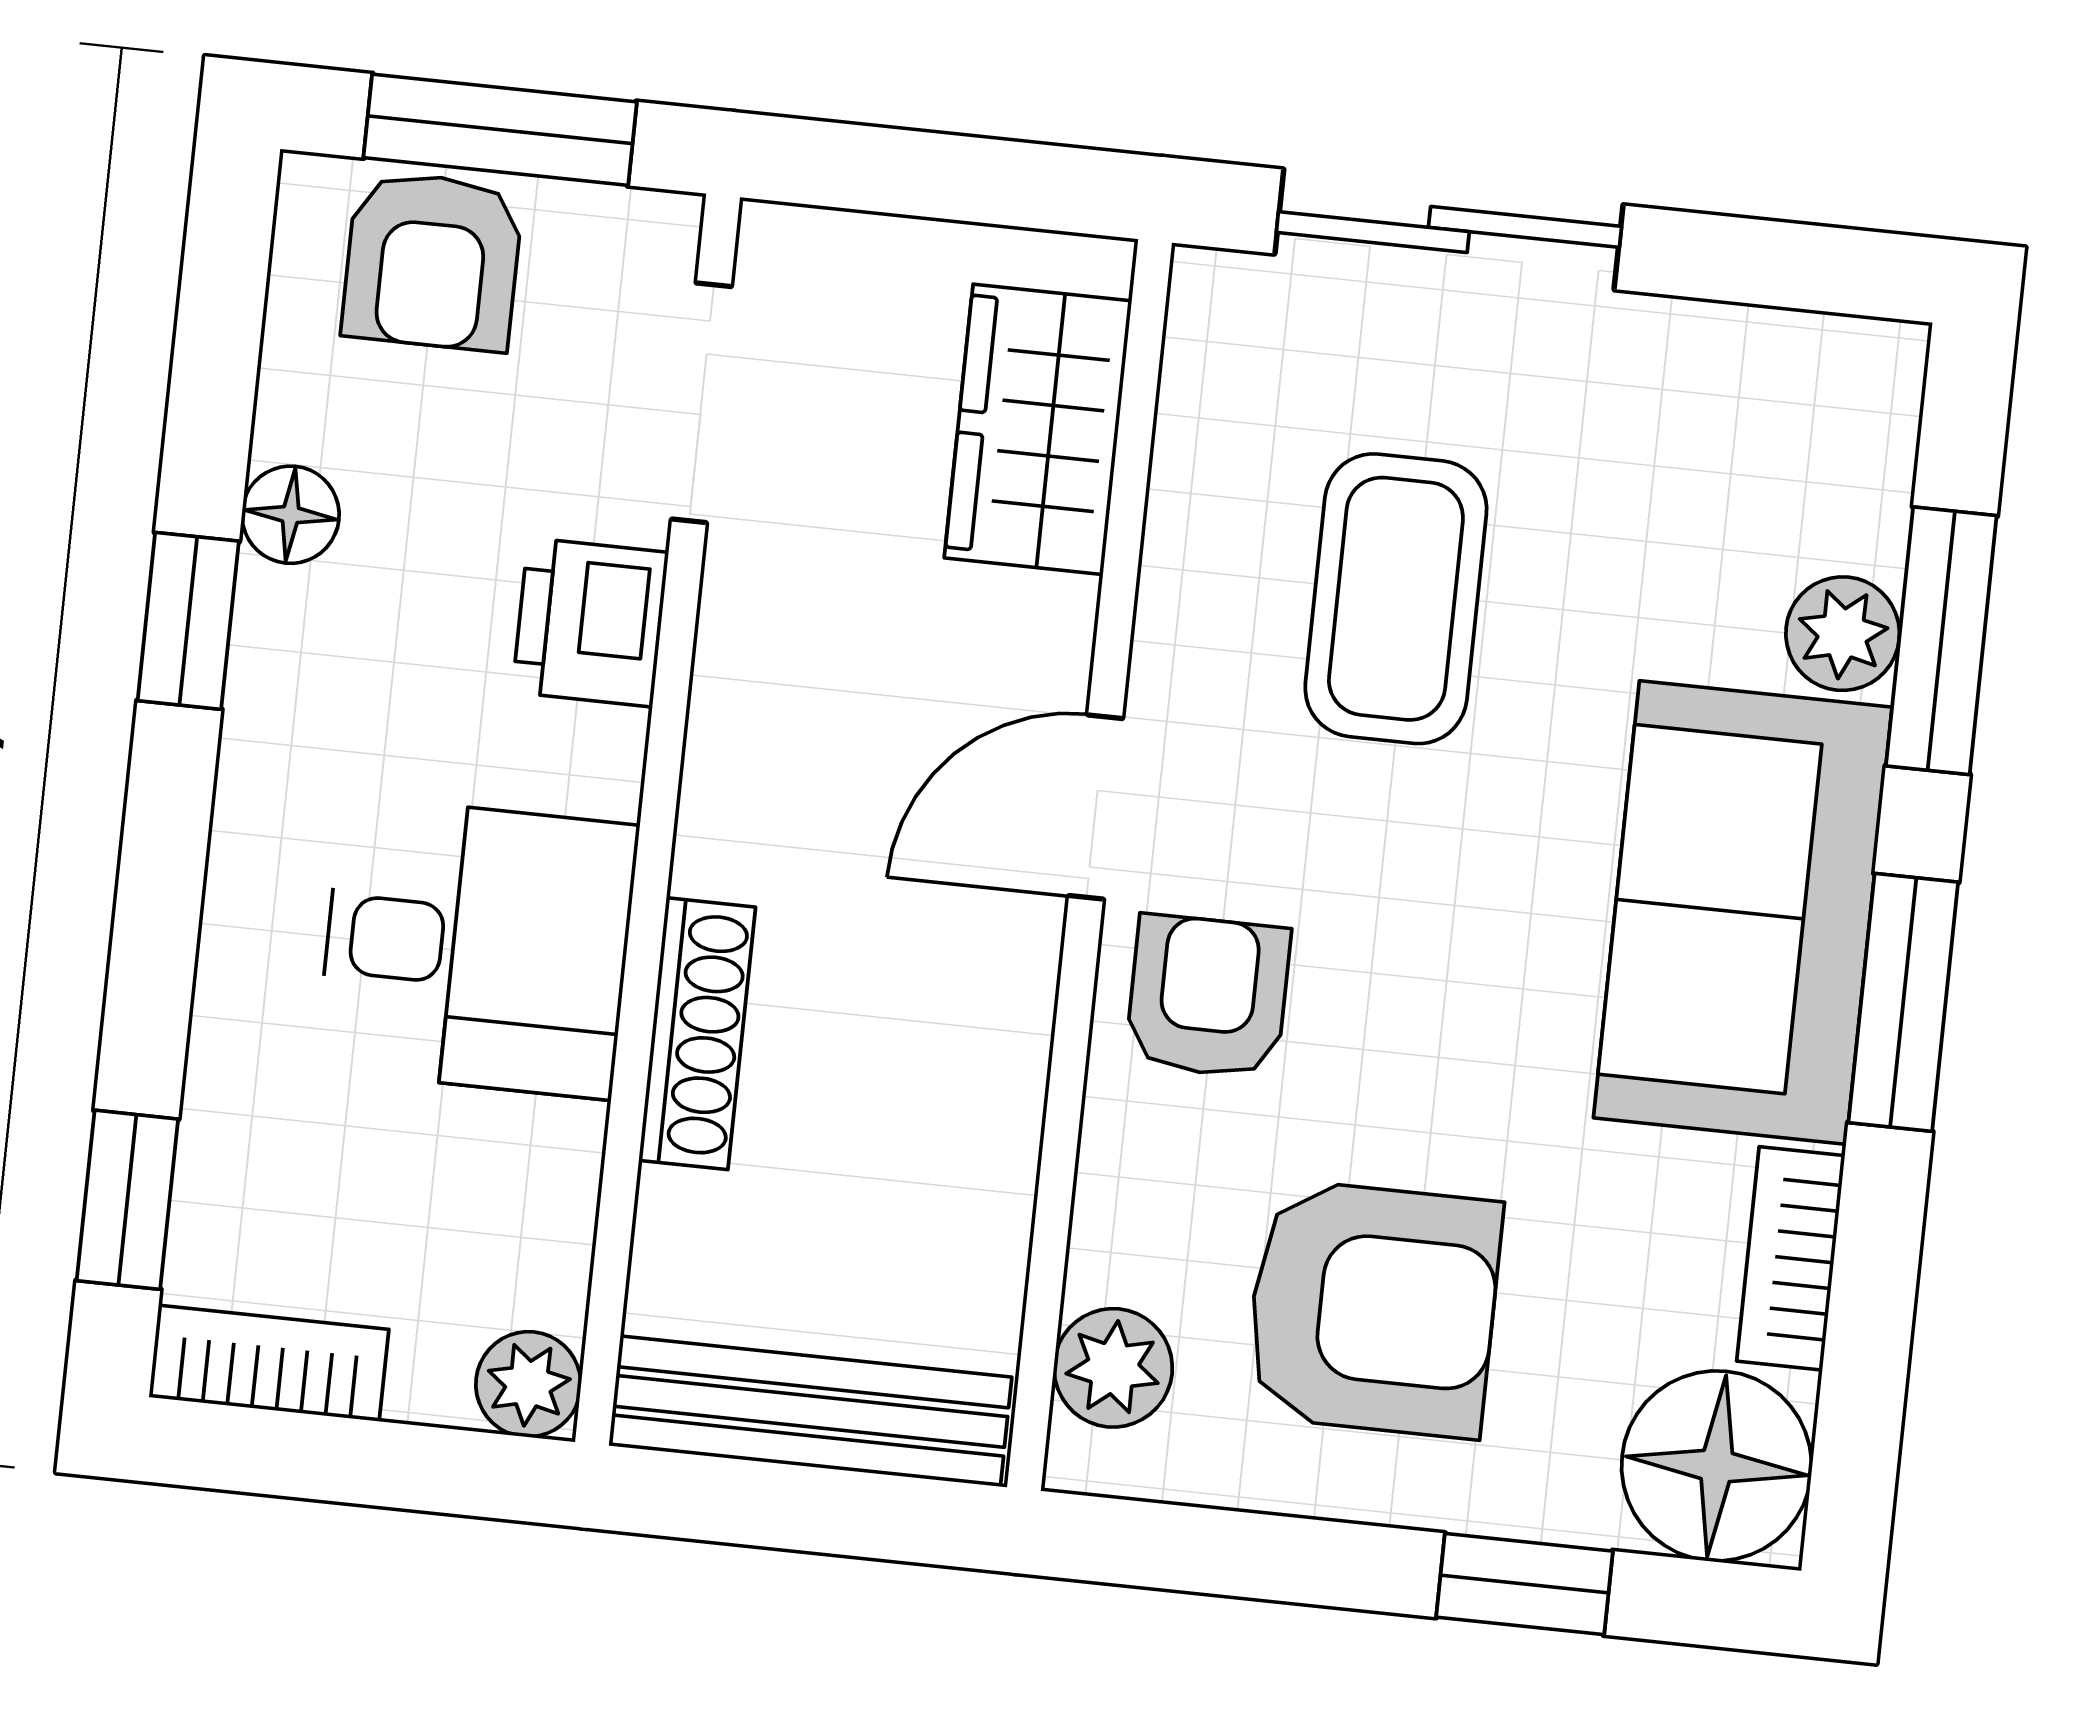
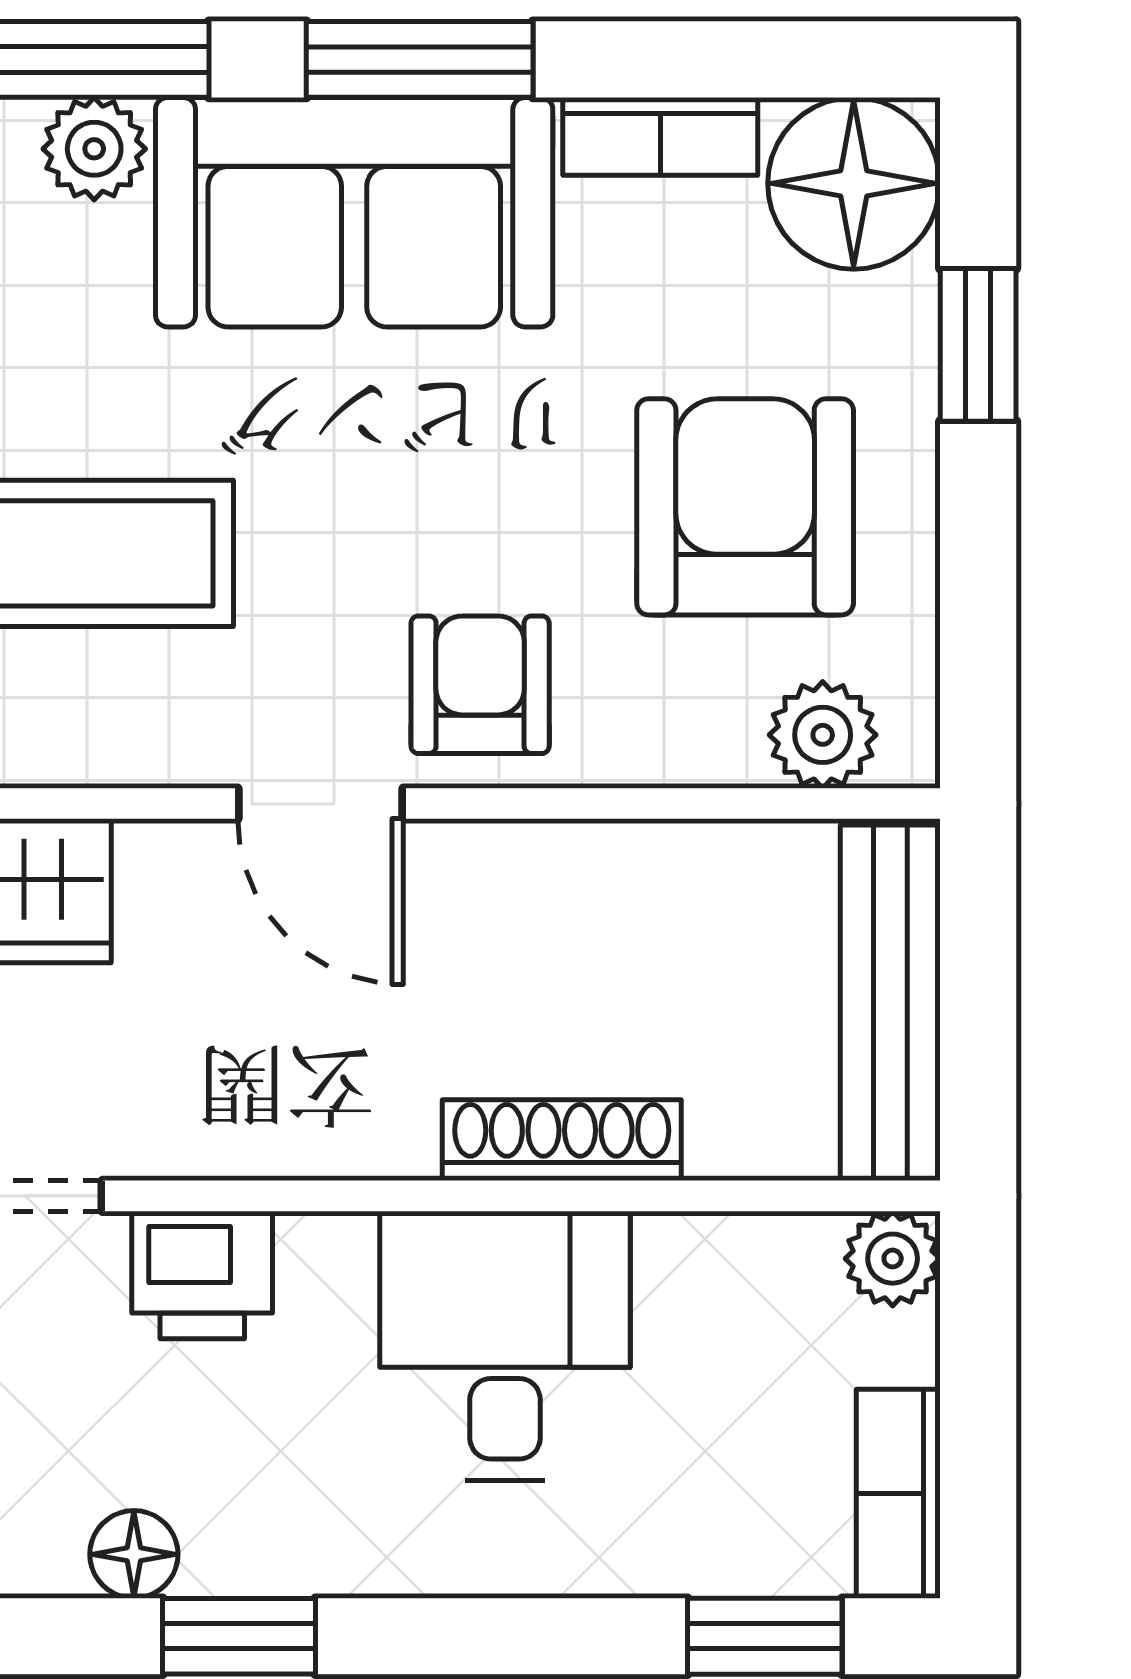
armchair: (1208, 997) -> (480, 685), turned 90

